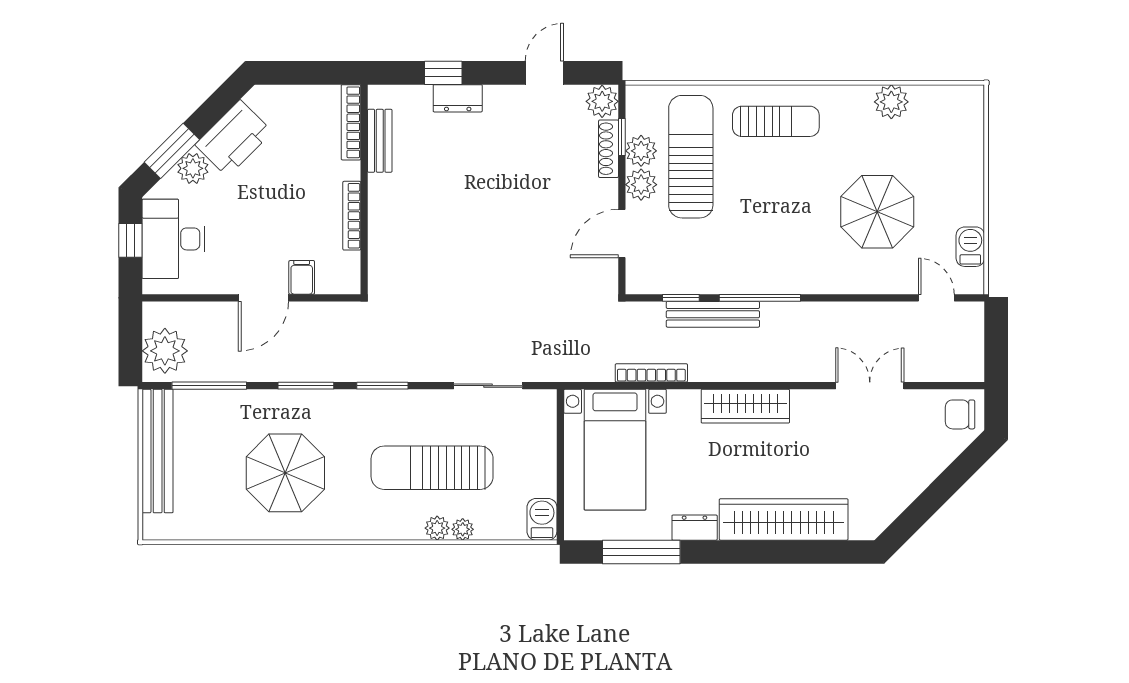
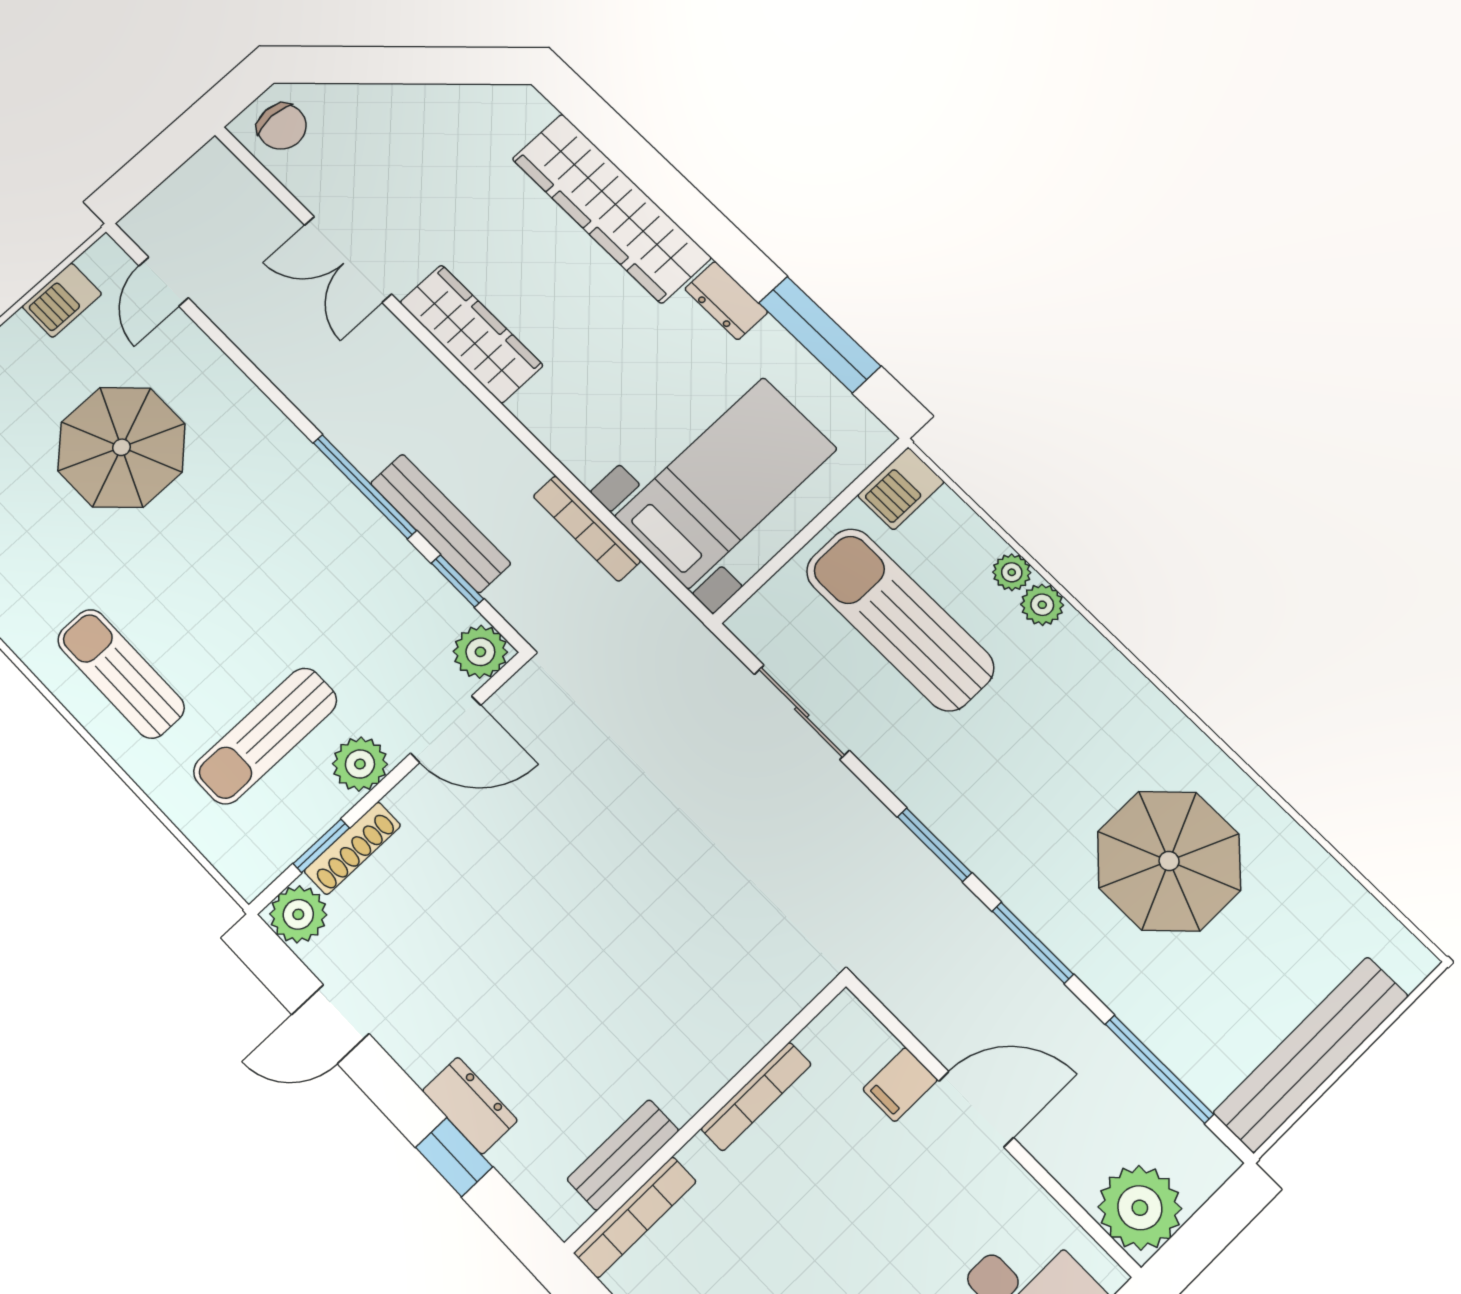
plant: (641, 151) -> (480, 652), moved
sun lounger: (691, 157) -> (265, 736), width x0.73, depth x0.75
plant: (165, 351) -> (1140, 1208), moved
wardrobe: (745, 406) -> (471, 334), moved
sun lounger: (432, 468) -> (900, 619), moved, turned 180

